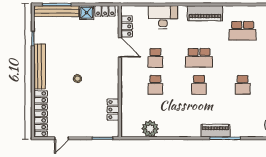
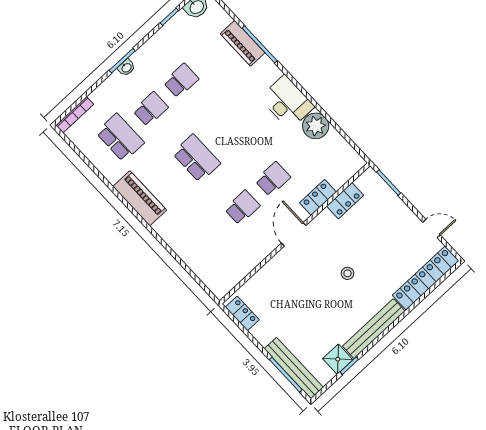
shower: (87, 13) -> (338, 359), moved
desk: (163, 17) -> (287, 102), moved, turned 180
locker: (127, 26) -> (318, 197), moved
door: (120, 47) -> (294, 234), moved
school desk: (199, 85) -> (151, 109), moved
plant: (150, 129) -> (316, 126), moved
piano: (215, 131) -> (243, 43), moved

